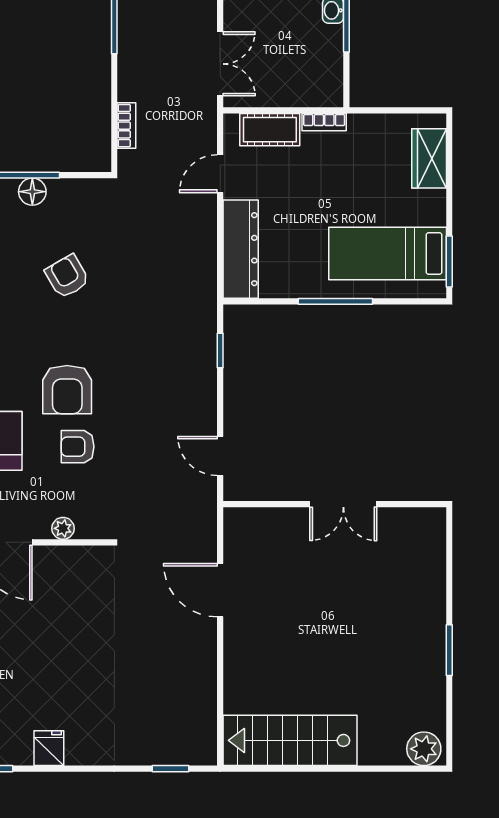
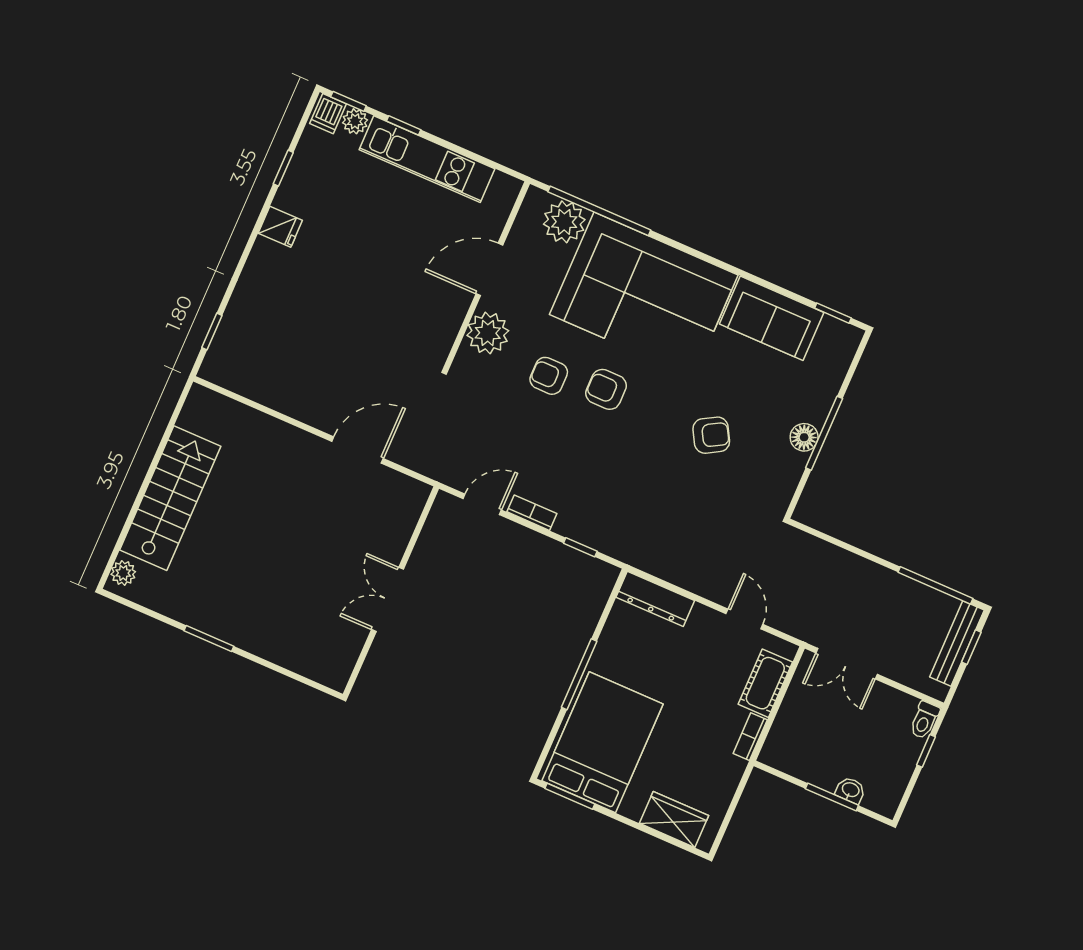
bookcase: (126, 126) -> (532, 513), moved, turned 180
dresser: (241, 249) -> (655, 599), width x0.73, depth x0.80
bed: (388, 253) -> (602, 742), width x1.50
armchair: (67, 390) -> (606, 389), width x0.72, depth x0.72
armchair: (78, 447) -> (549, 376), turned -90
plant: (63, 528) -> (488, 333), width x1.88, depth x1.88
stairs: (290, 740) -> (170, 498), moved
plant: (424, 749) -> (123, 573), width x0.73, depth x0.73

